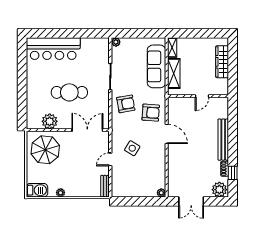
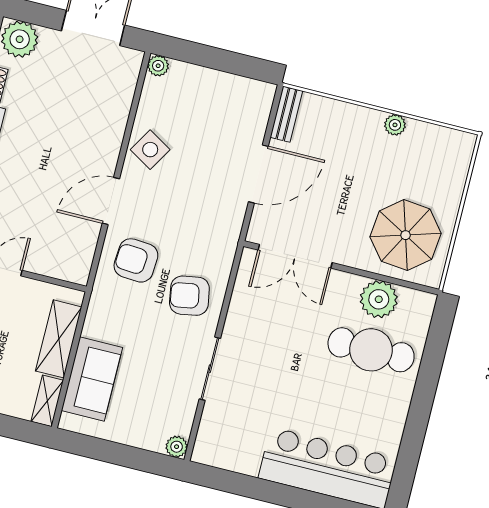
sofa: (156, 66) -> (92, 379), width x0.73
cafe table: (69, 92) -> (371, 350), moved
door: (167, 134) -> (111, 201), hinge flipped
side table: (132, 148) -> (150, 150), moved
door: (110, 159) -> (258, 174), width x1.87
barbecue: (37, 190) -> (449, 145), removed

